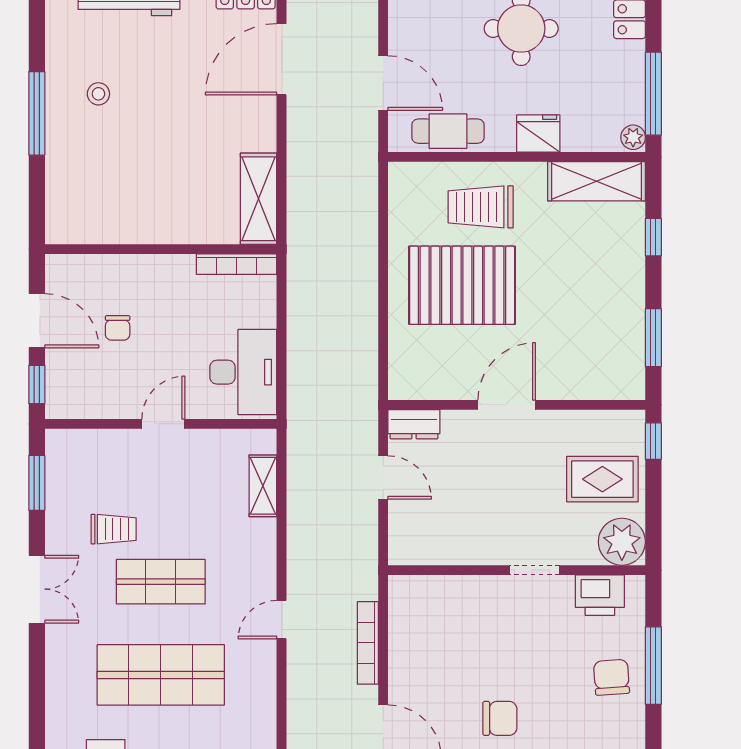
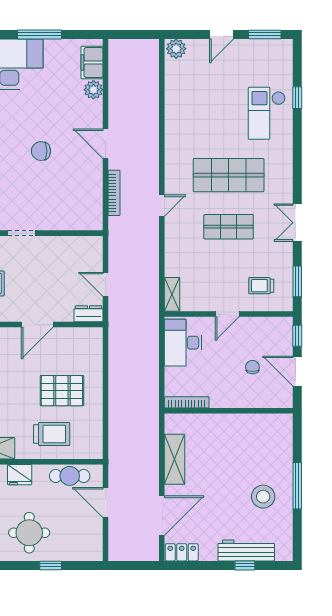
stool: (98, 94) -> (263, 497), width x1.89, depth x1.89
shelving: (259, 199) -> (175, 459), moved
pallet: (462, 285) -> (62, 391), width x0.73, depth x0.71
shelving: (263, 486) -> (172, 294), moved
trolley: (114, 529) -> (261, 286), moved

